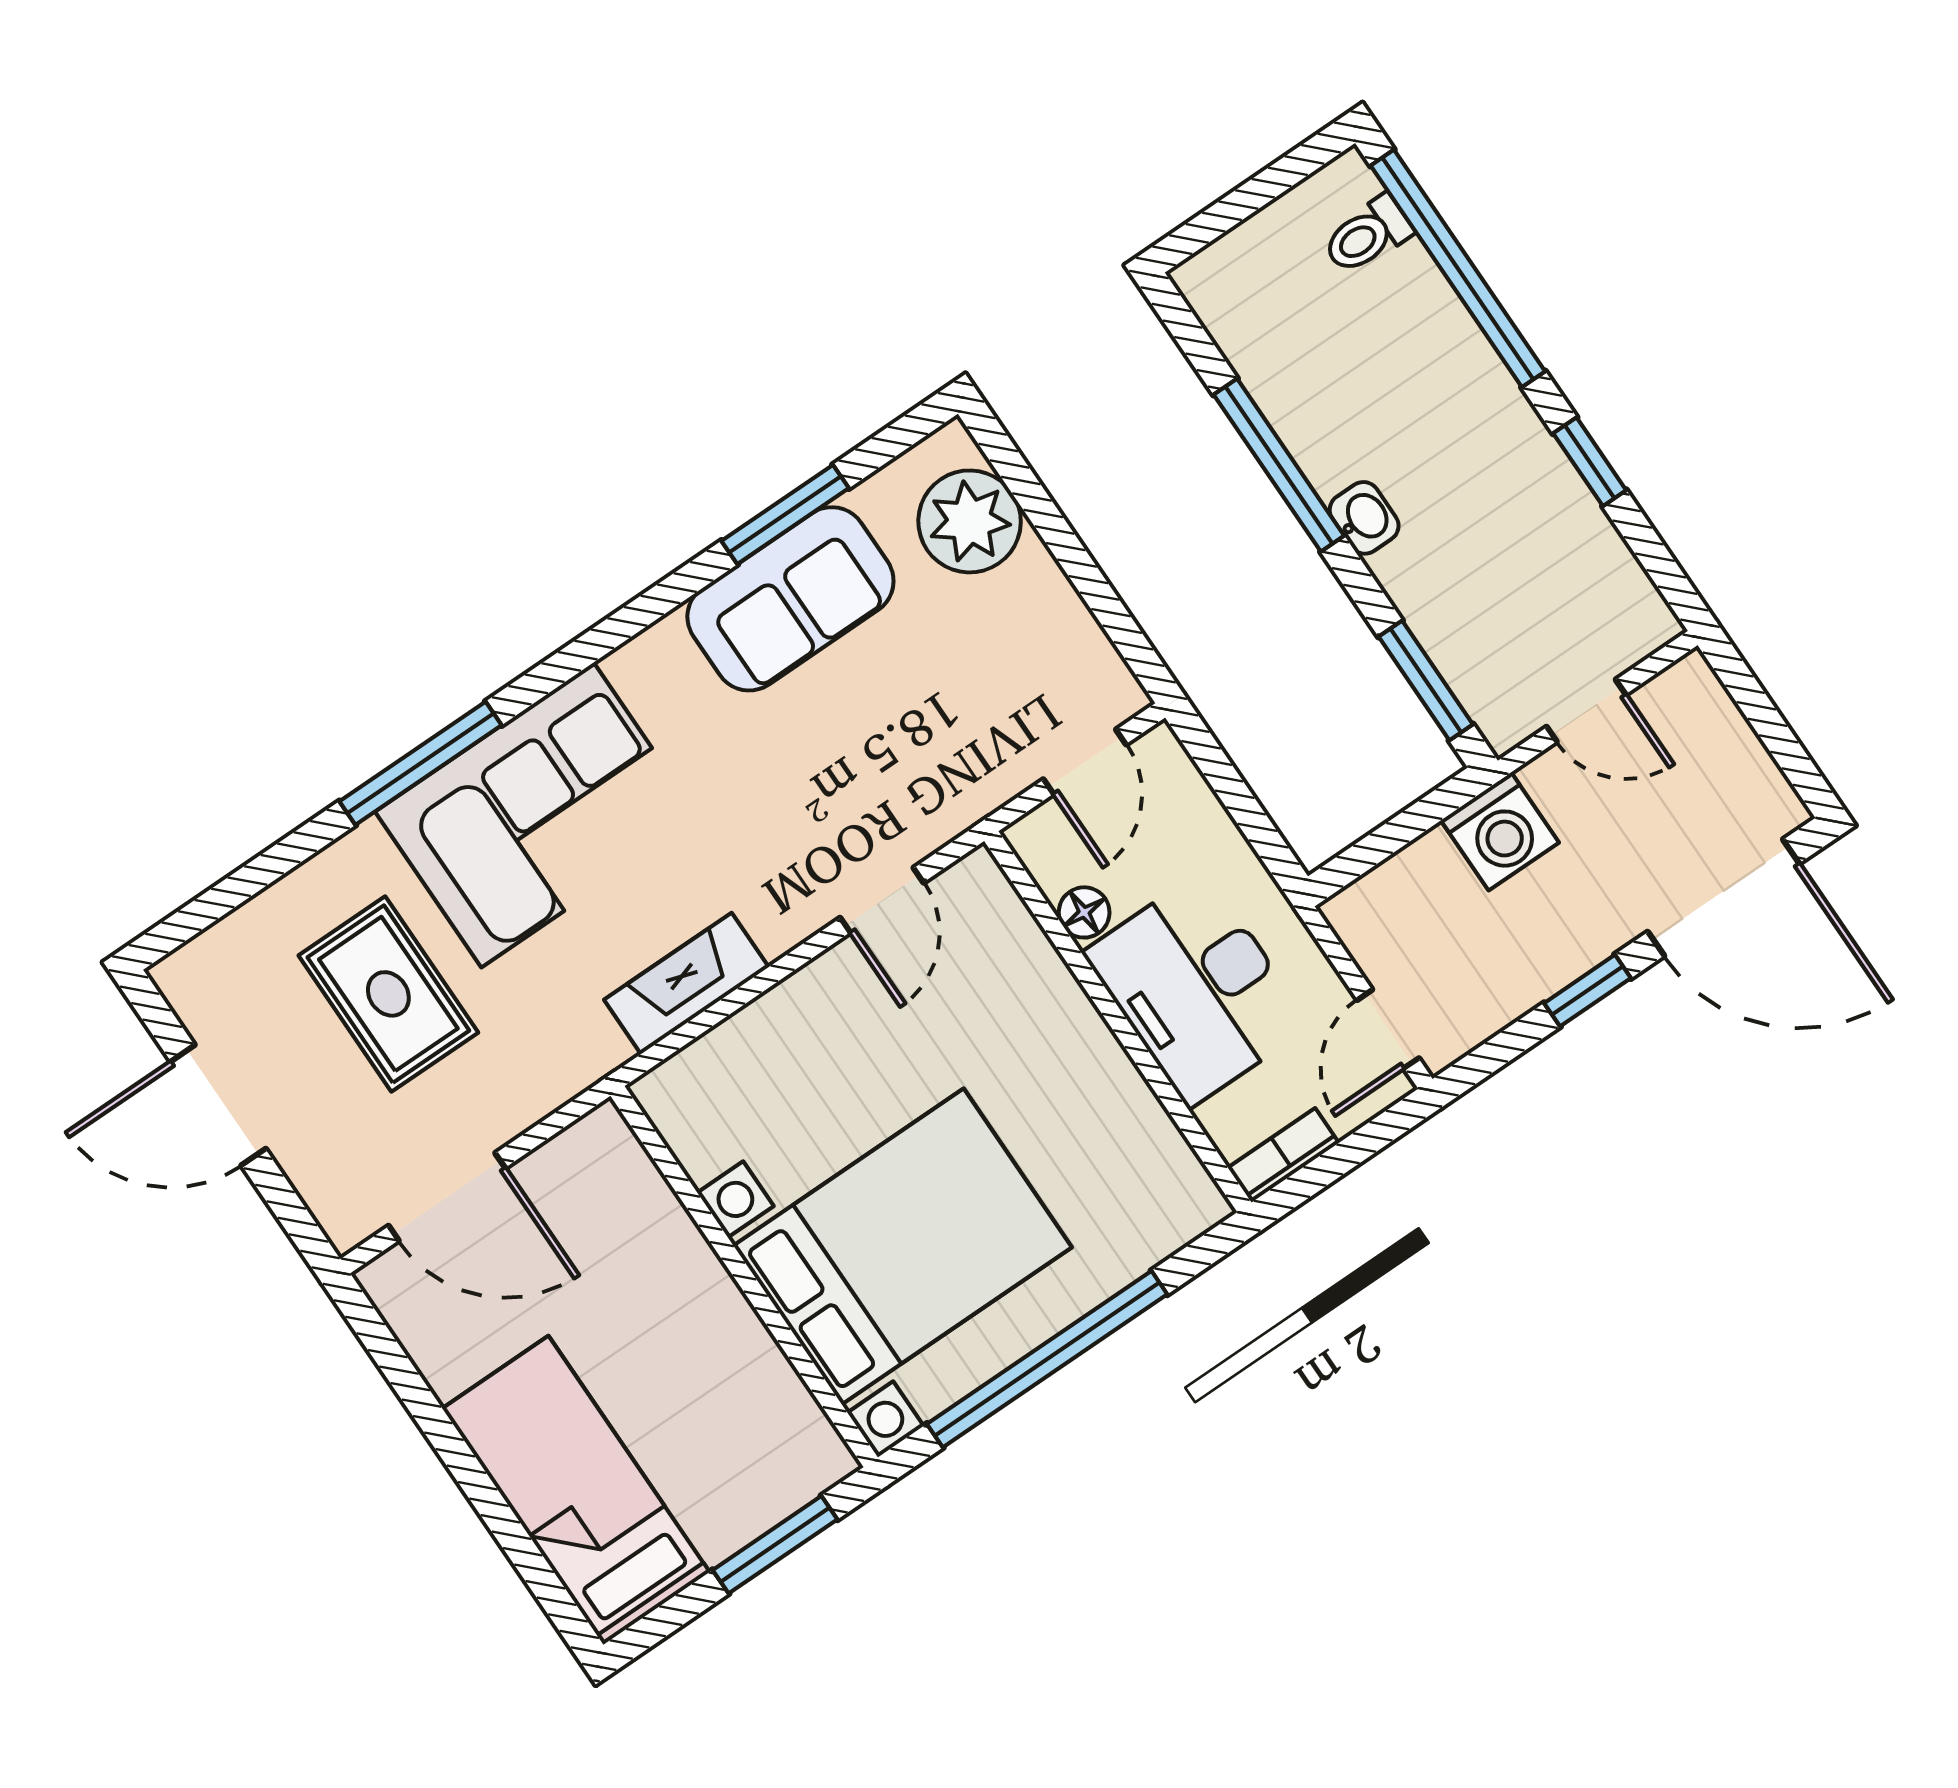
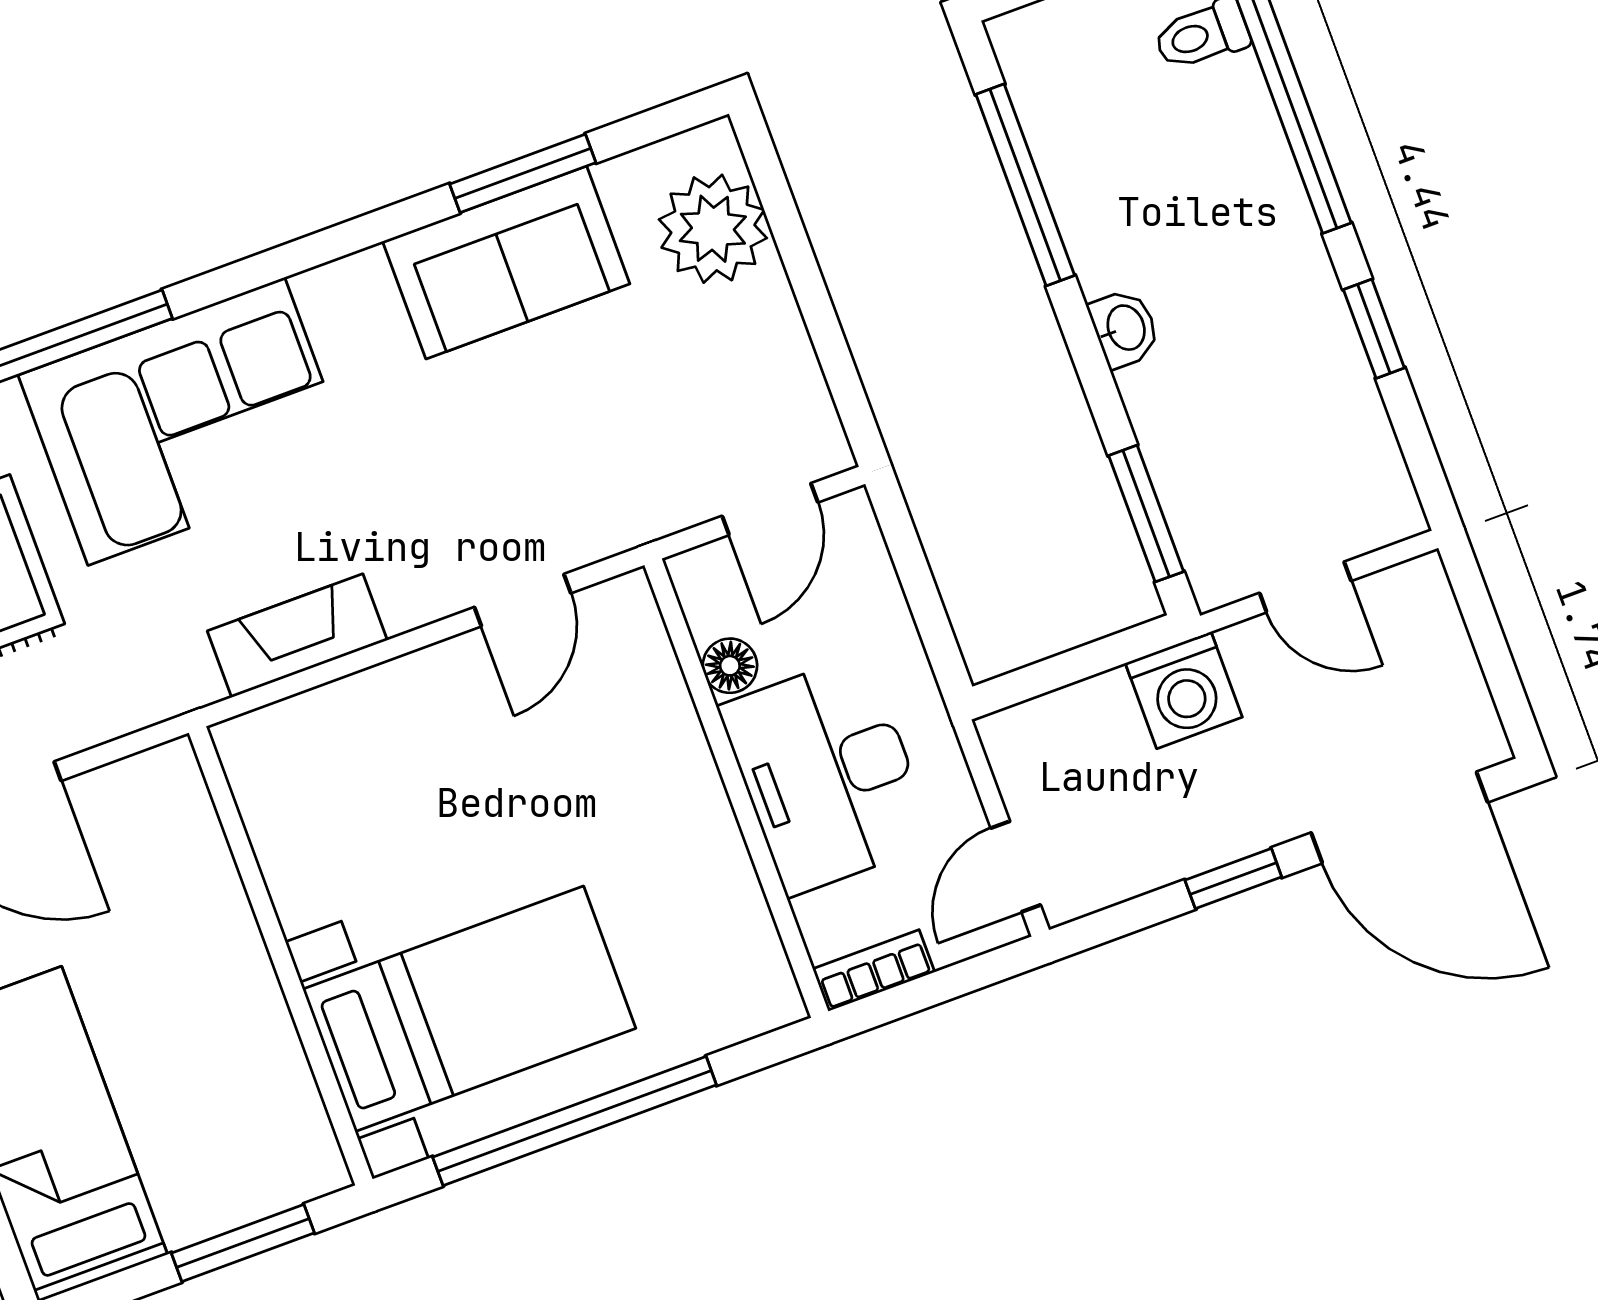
window: (1279, 465) -> (1025, 185), moved
bed with nightstands: (903, 1247) -> (469, 1009), width x0.73

